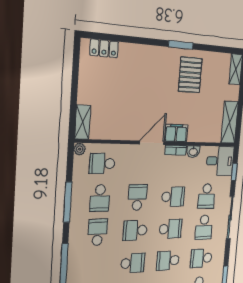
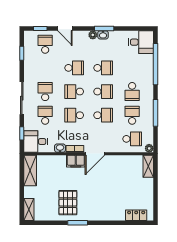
school desk: (138, 197) -> (103, 115), turned -90
school desk: (201, 258) -> (45, 68), removed
school desk: (133, 263) -> (103, 68), turned 180

